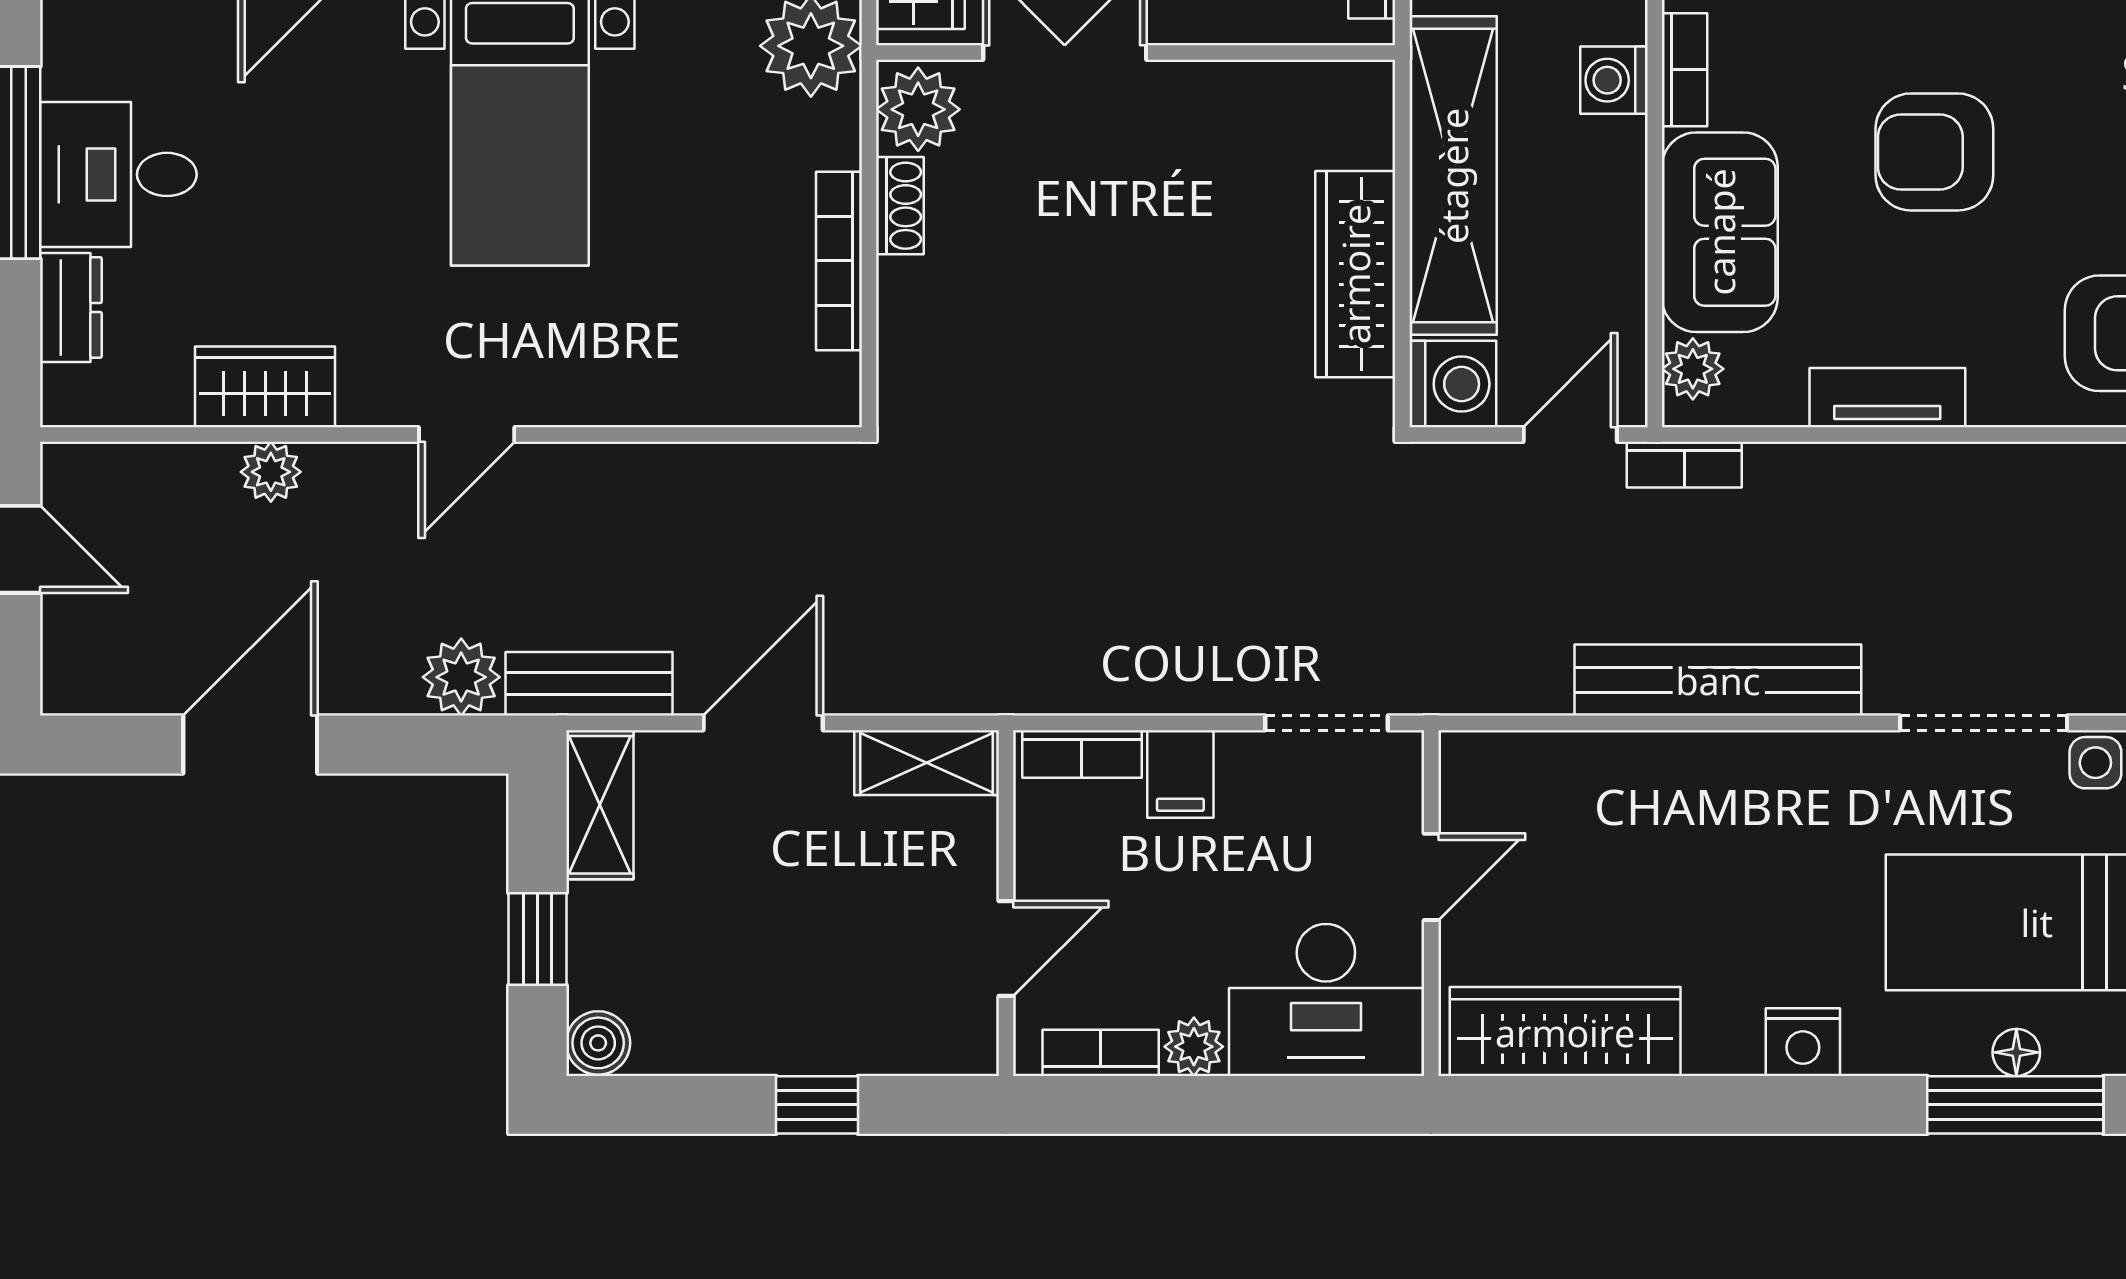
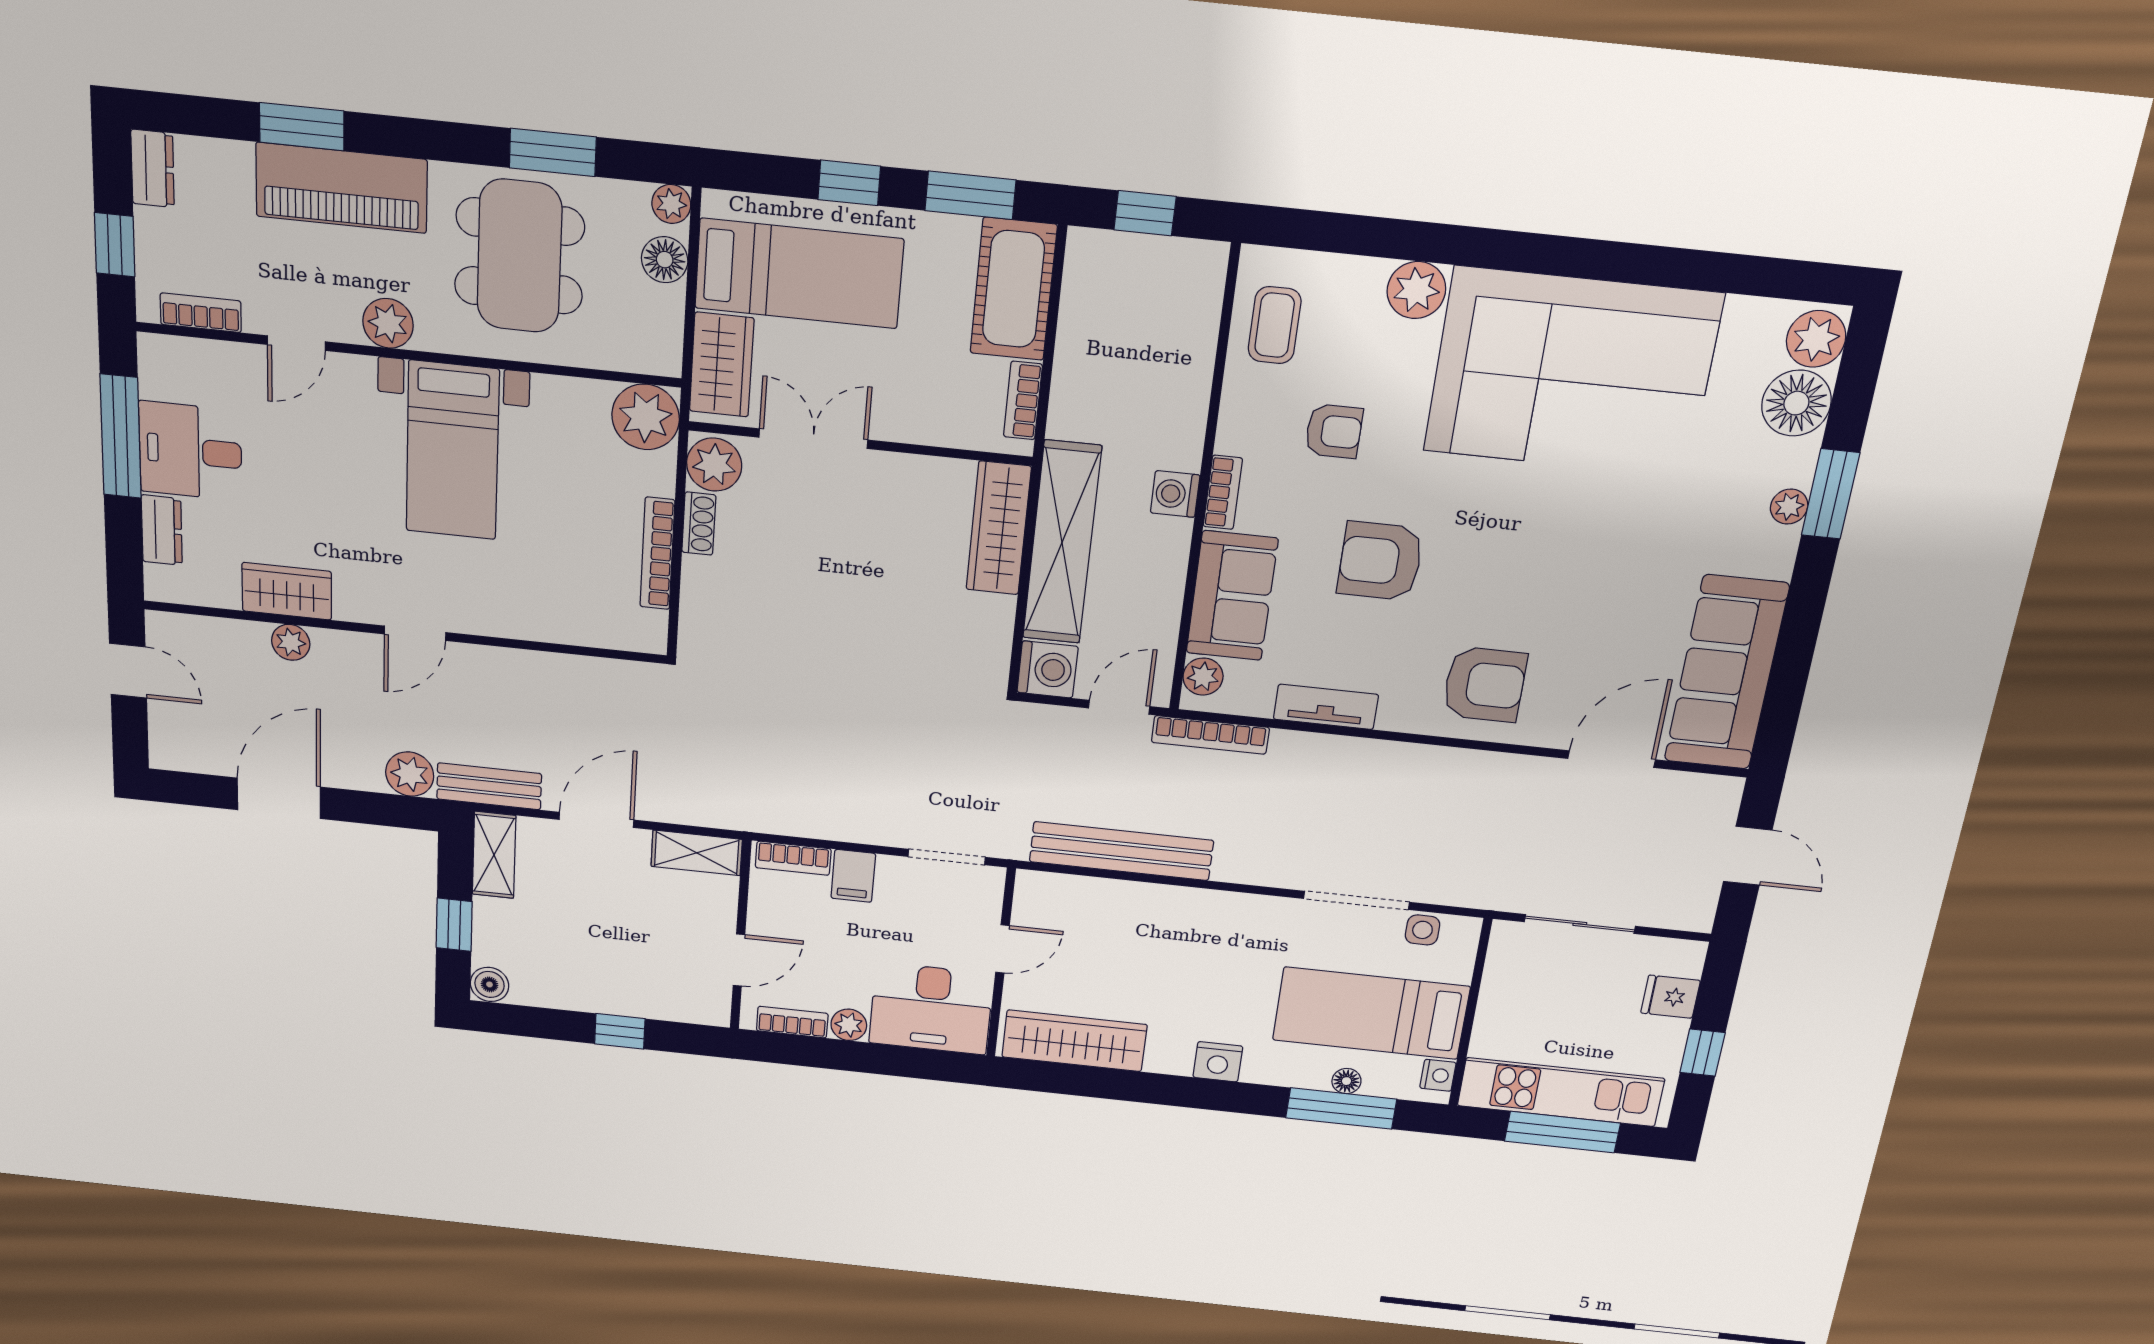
wardrobe: (1355, 274) -> (999, 528), moved
bookcase: (1684, 465) -> (1210, 735), width x1.56
bench: (1718, 680) -> (1121, 851), moved

